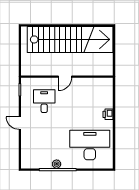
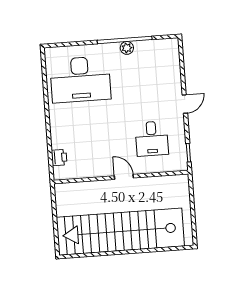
door: (65, 77) -> (124, 177), hinge flipped
printer: (108, 114) -> (59, 157), moved
door: (20, 123) -> (185, 104), hinge flipped

